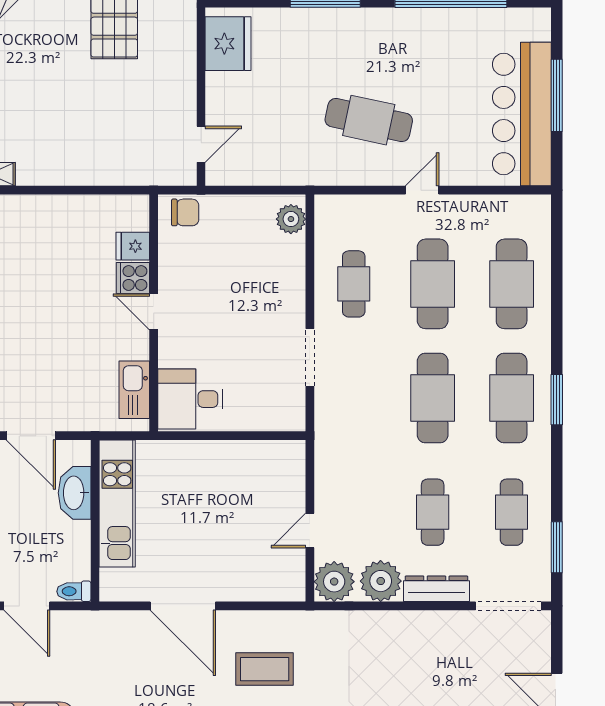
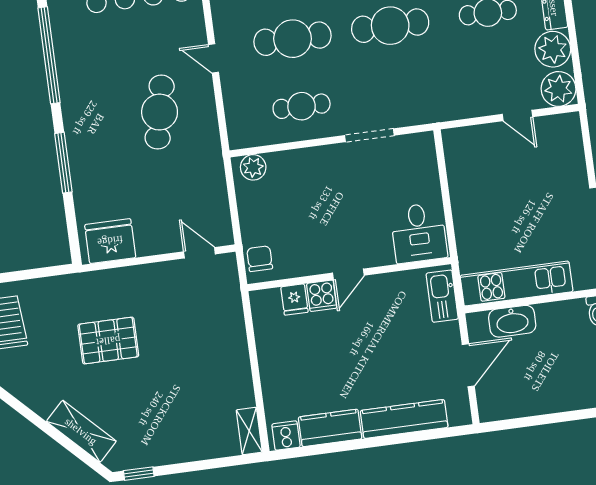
kitchen sink: (134, 390) -> (442, 296), moved, turned 90

